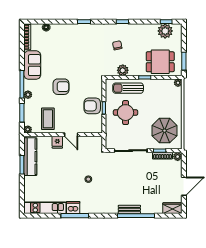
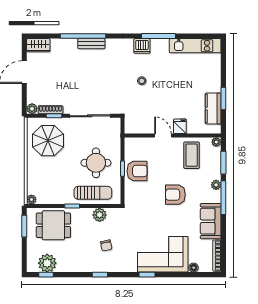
corner sofa: (71, 38) -> (163, 254), added
kitchen counter: (30, 157) -> (213, 109), width x0.67
dishwasher: (73, 207) -> (142, 46), moved

